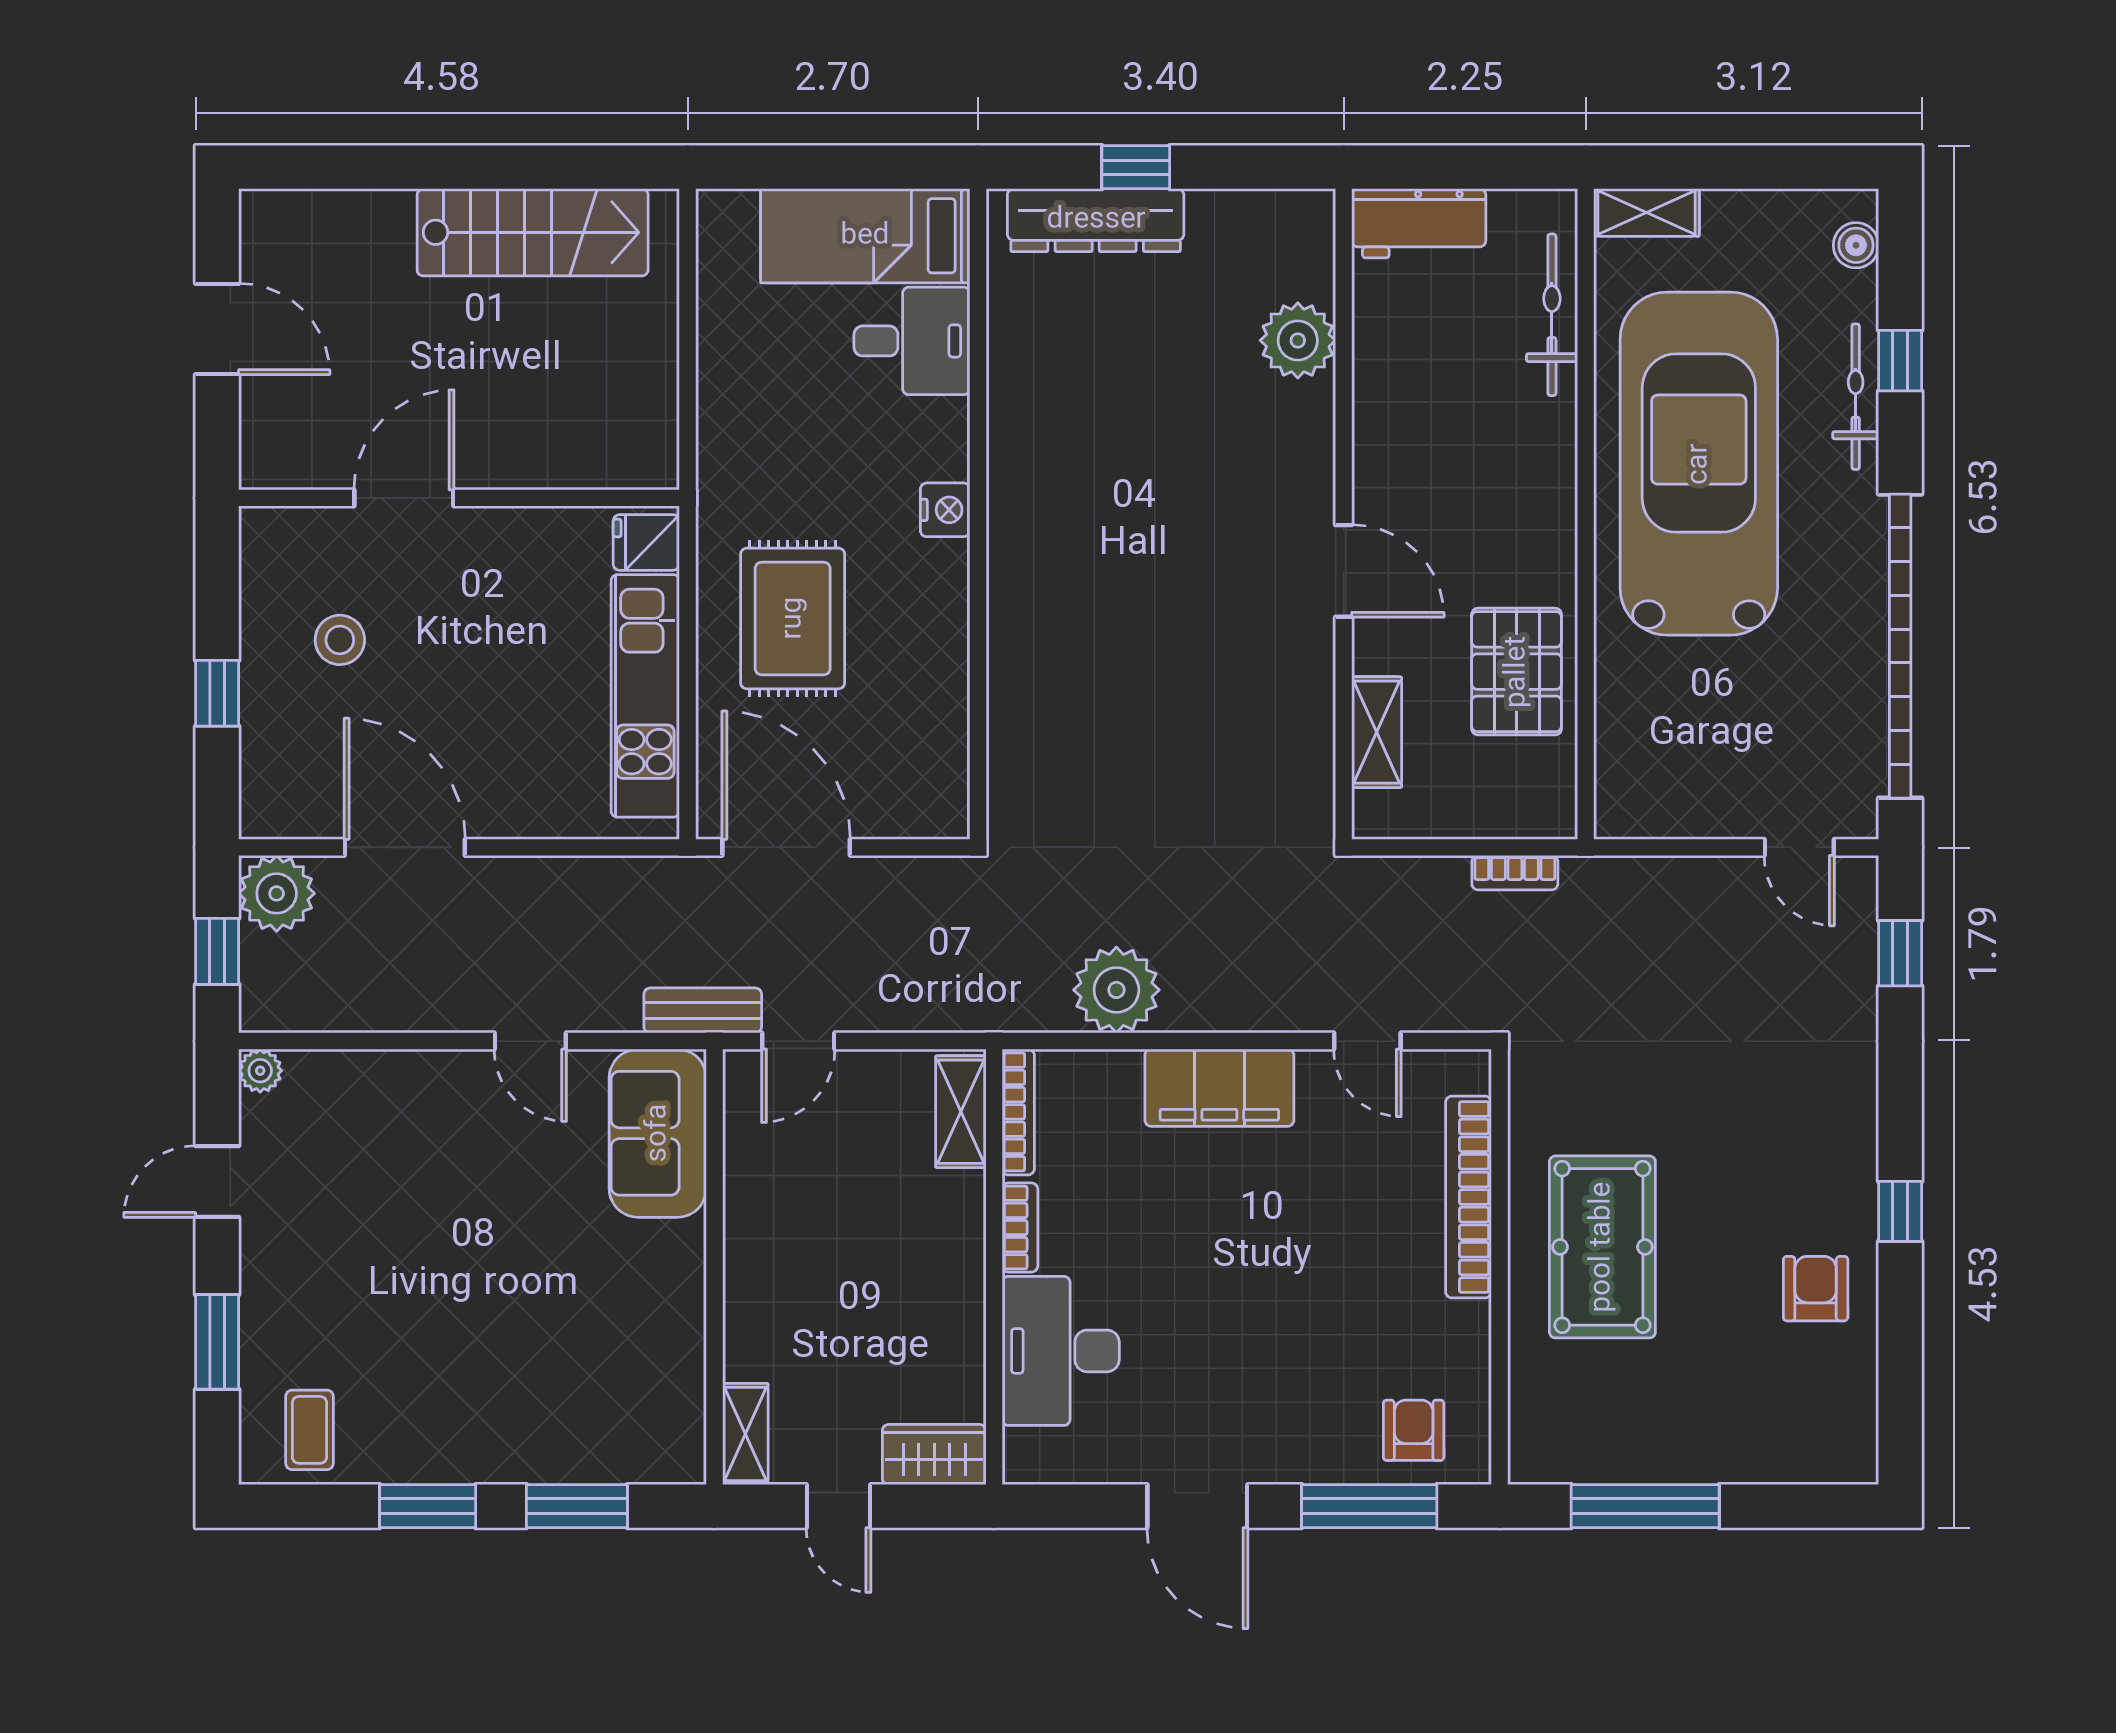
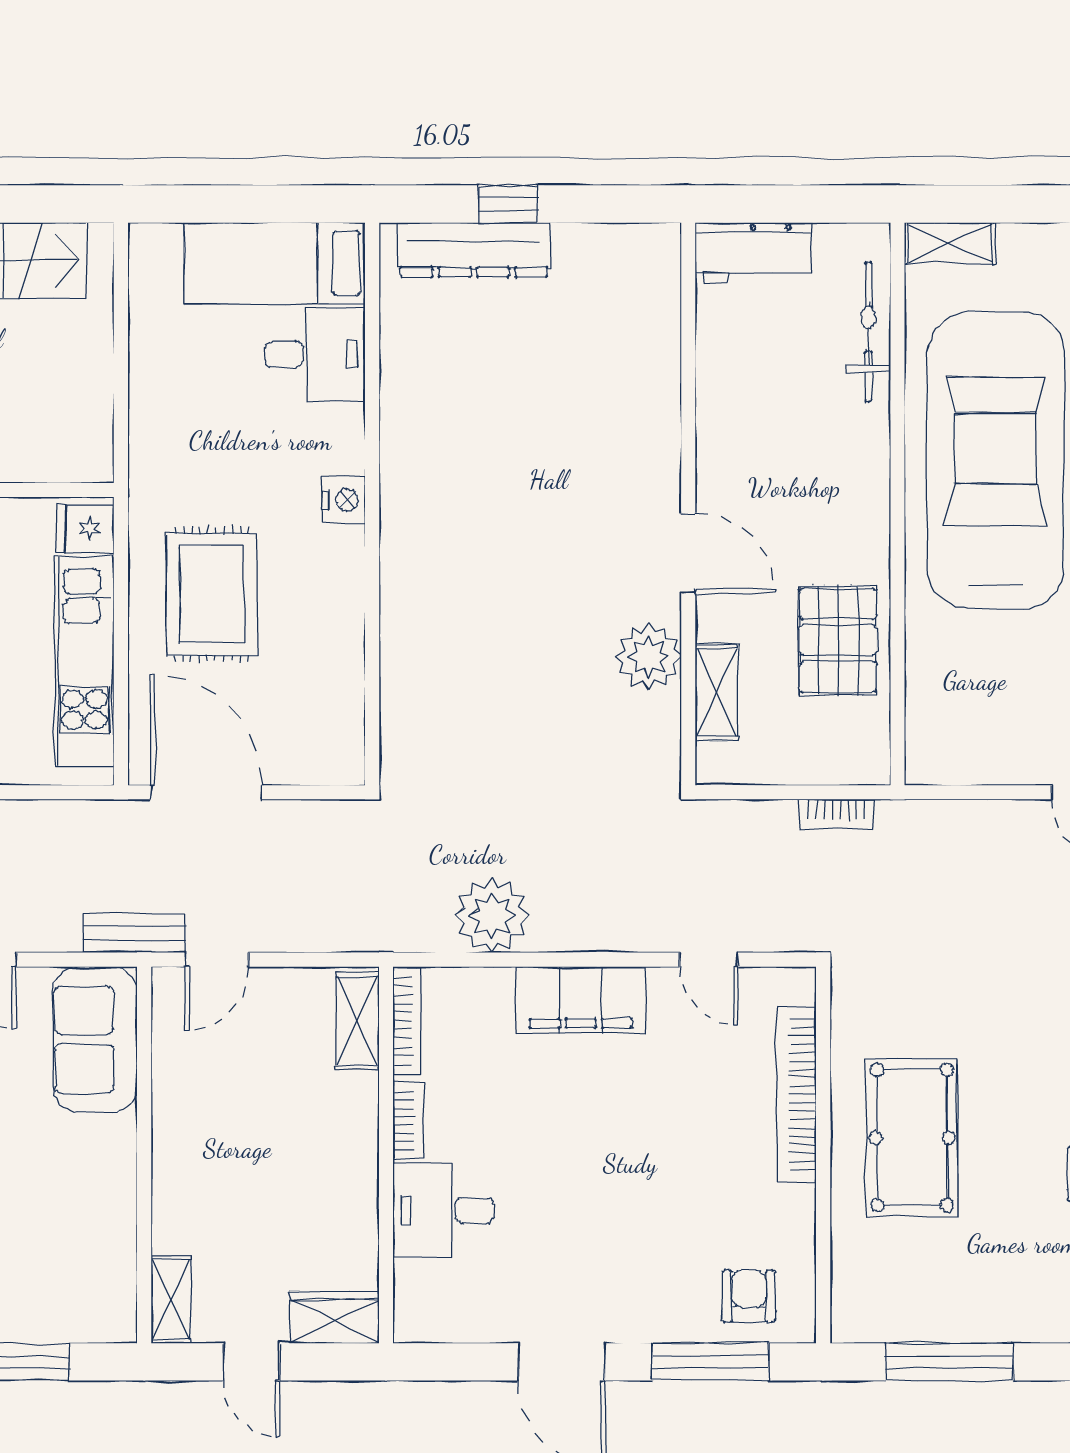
plant: (1298, 340) -> (649, 657), moved
desk: (1061, 1351) -> (444, 1210), width x0.73

